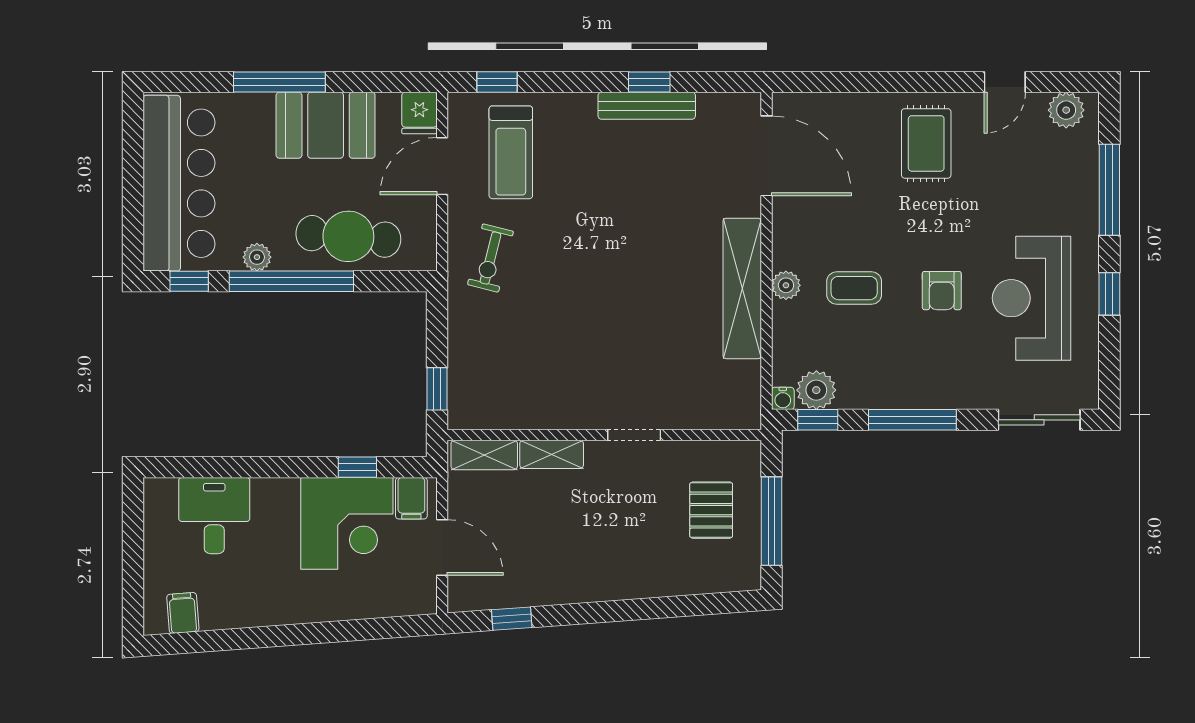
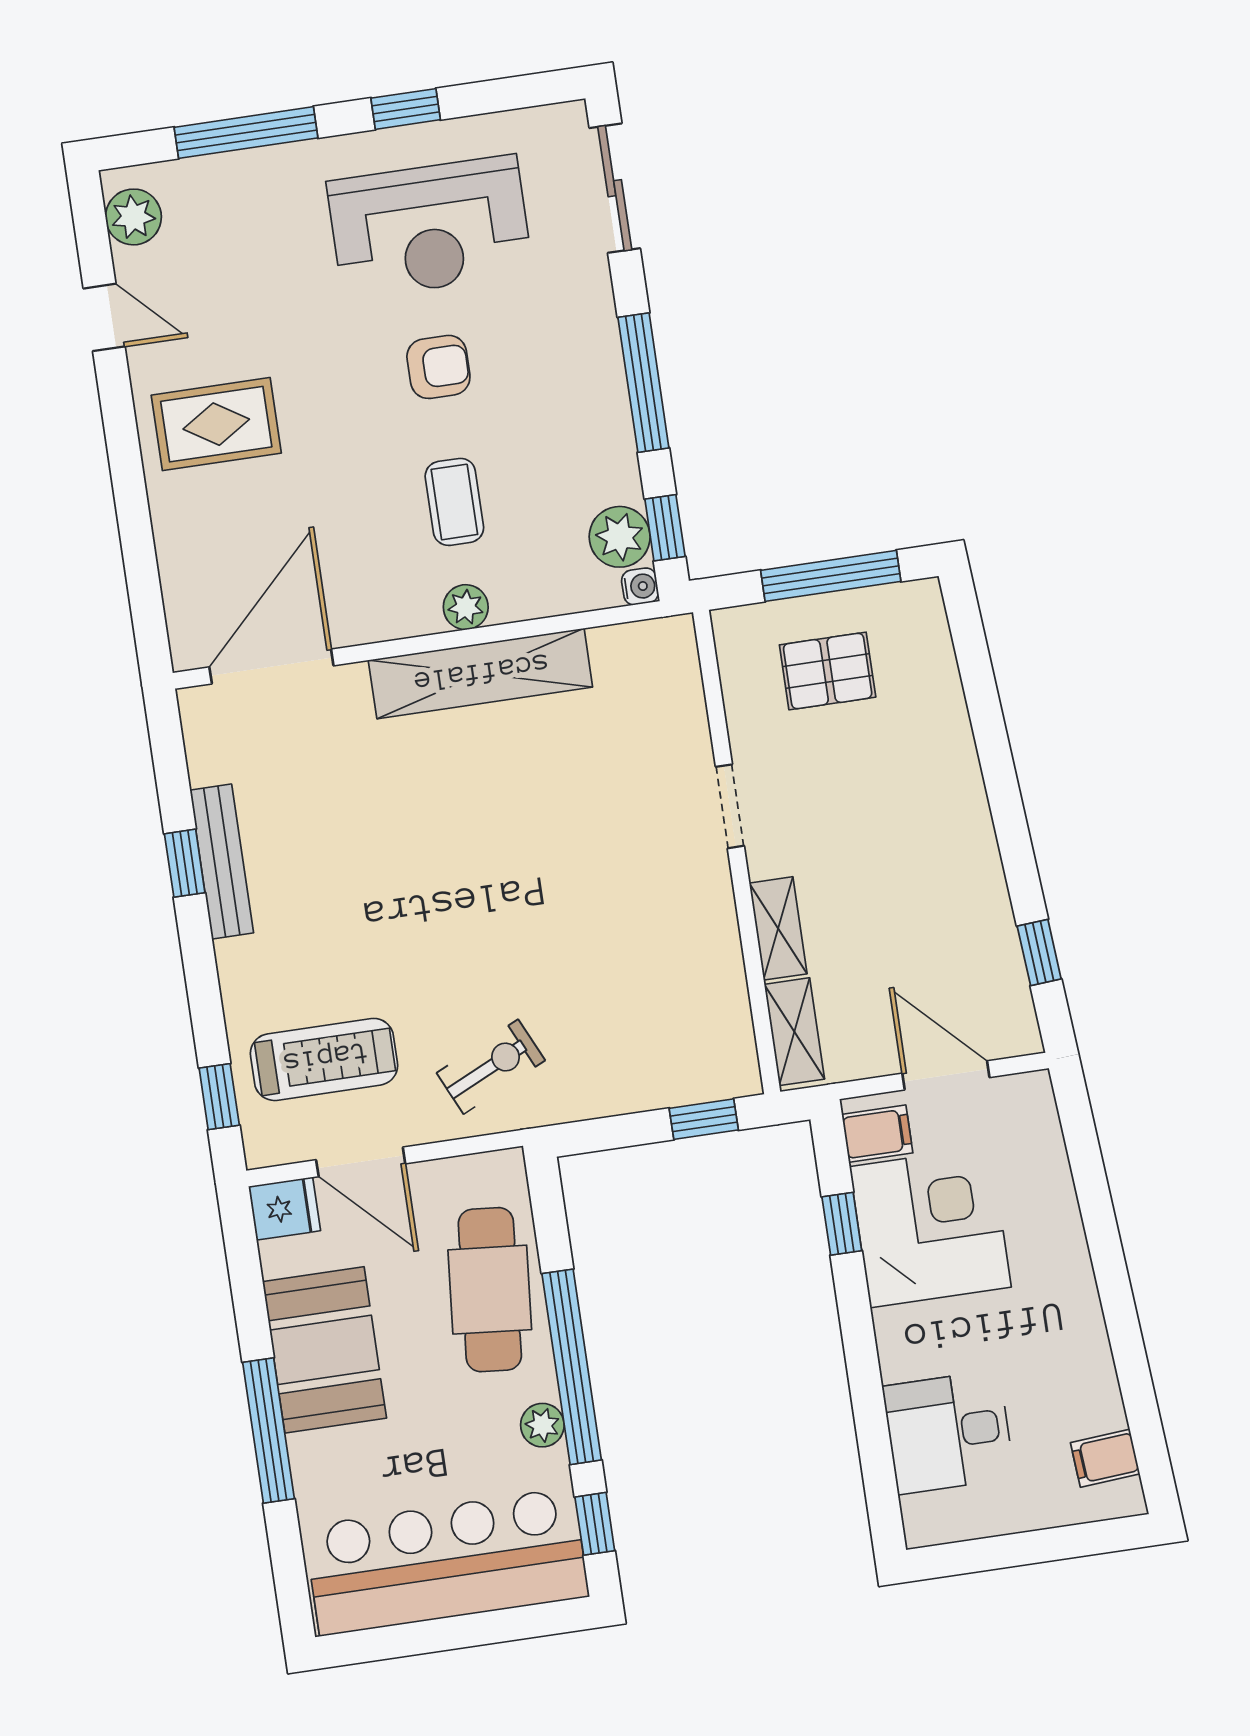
exercise bike: (490, 258) -> (491, 1067), turned -39
door: (442, 547) -> (946, 1075), hinge flipped

